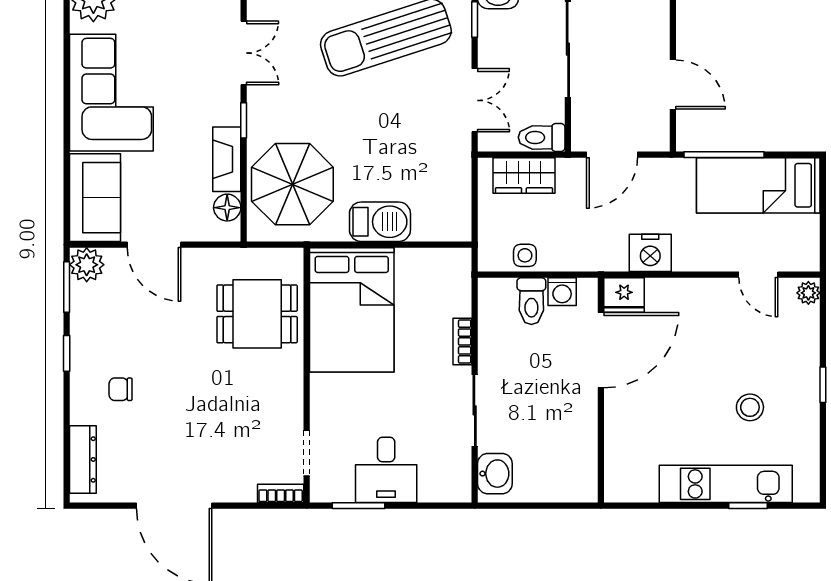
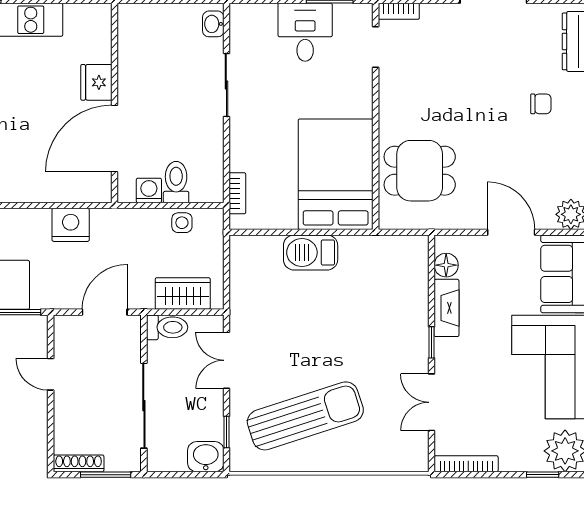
door: (673, 85) -> (51, 374), width x0.73
parasol: (292, 184) -> (388, 286), removed
fridge: (624, 295) -> (96, 82), moved, turned -90
bookcase: (462, 341) -> (237, 193), moved
washbasin: (495, 474) -> (213, 24), width x0.72, depth x0.69

